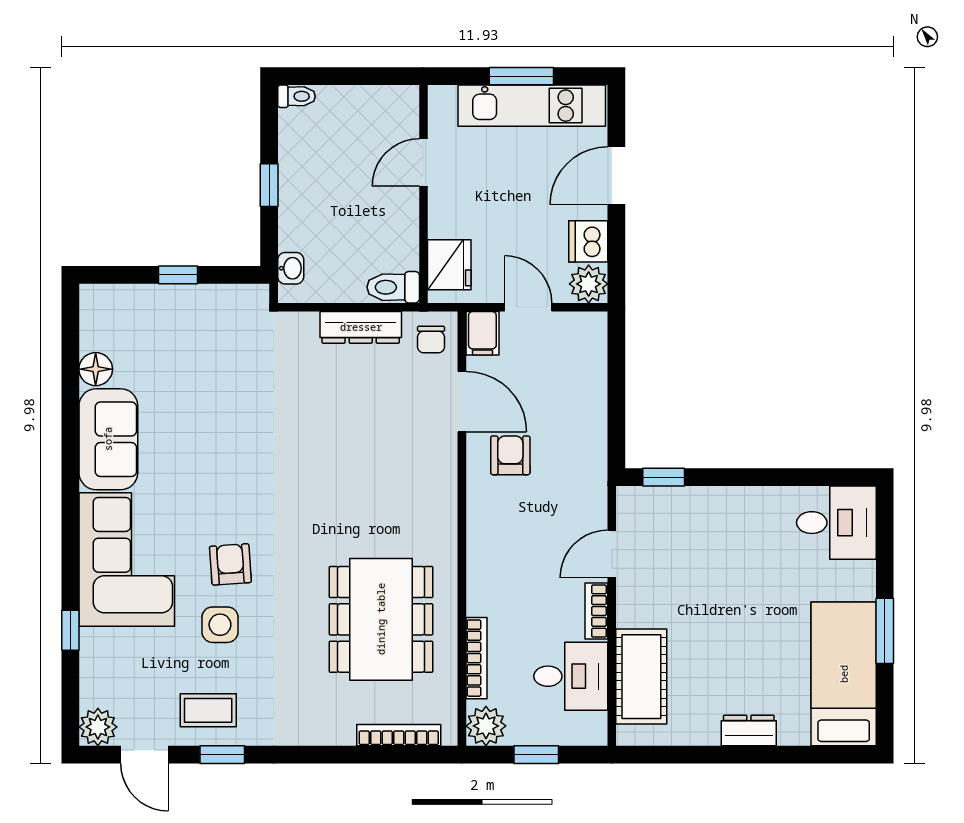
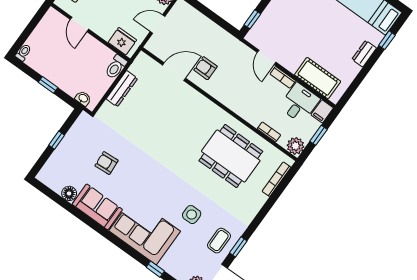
filing cabinet: (482, 333) -> (322, 111), moved, turned 90
chair: (431, 340) -> (144, 67), removed
armchair: (230, 564) -> (107, 163), moved
bookcase: (476, 658) -> (269, 132), width x0.64
window: (804, 755) -> (387, 40), added

